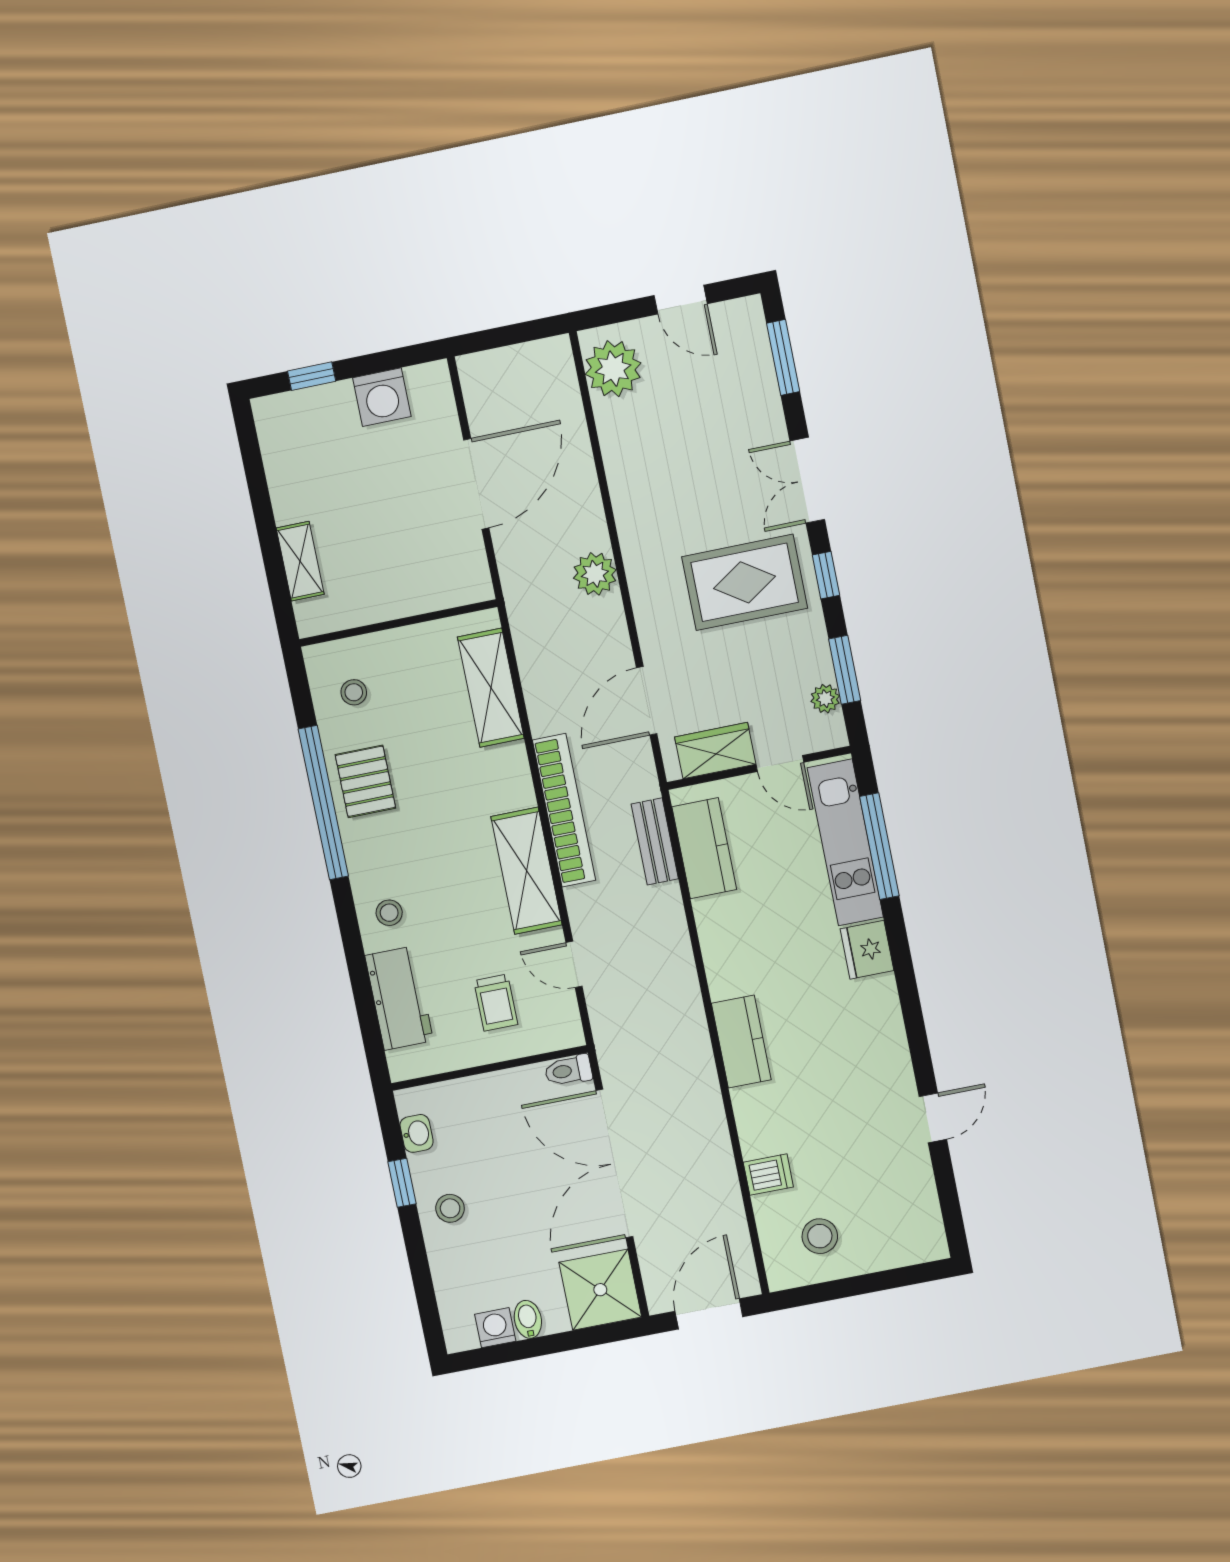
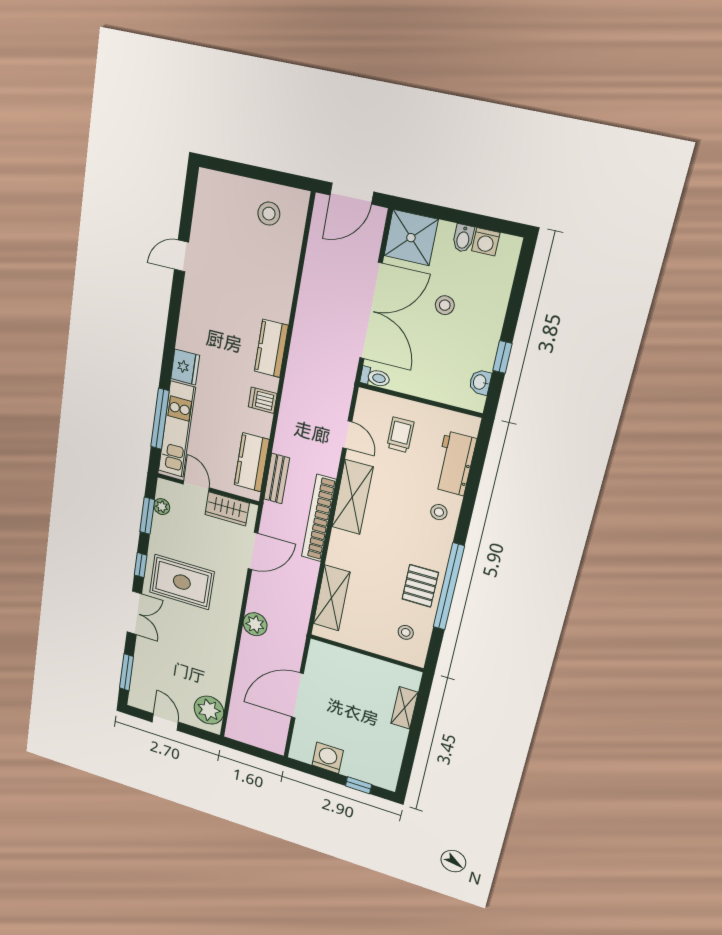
dishwasher: (768, 1175) -> (263, 400), moved
stool: (450, 1208) -> (445, 305), moved

